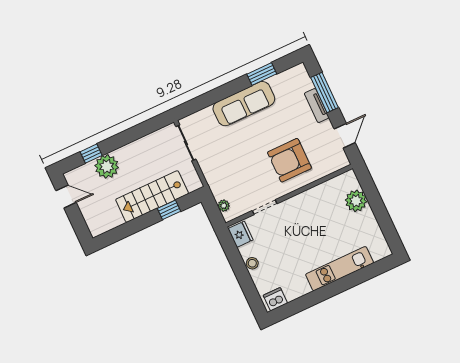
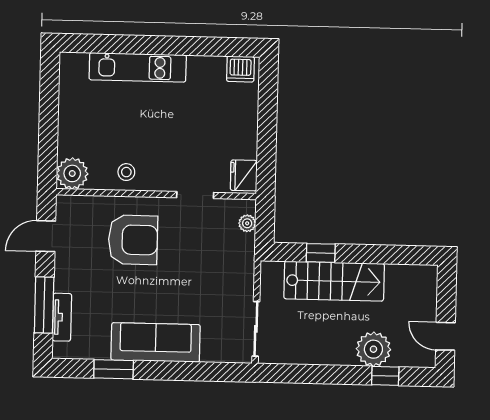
tv unit: (317, 106) -> (62, 317), moved
plant: (356, 201) -> (72, 173), moved
stool: (252, 263) -> (126, 172), moved

